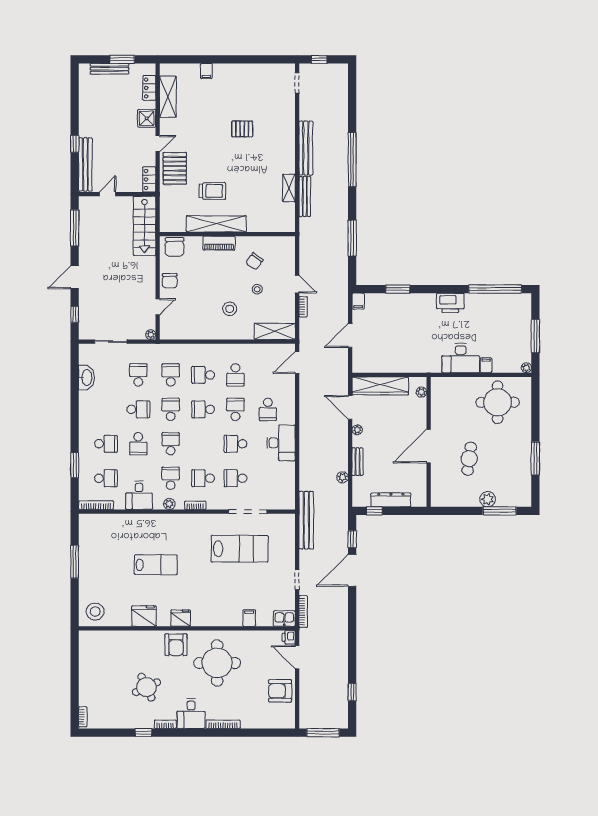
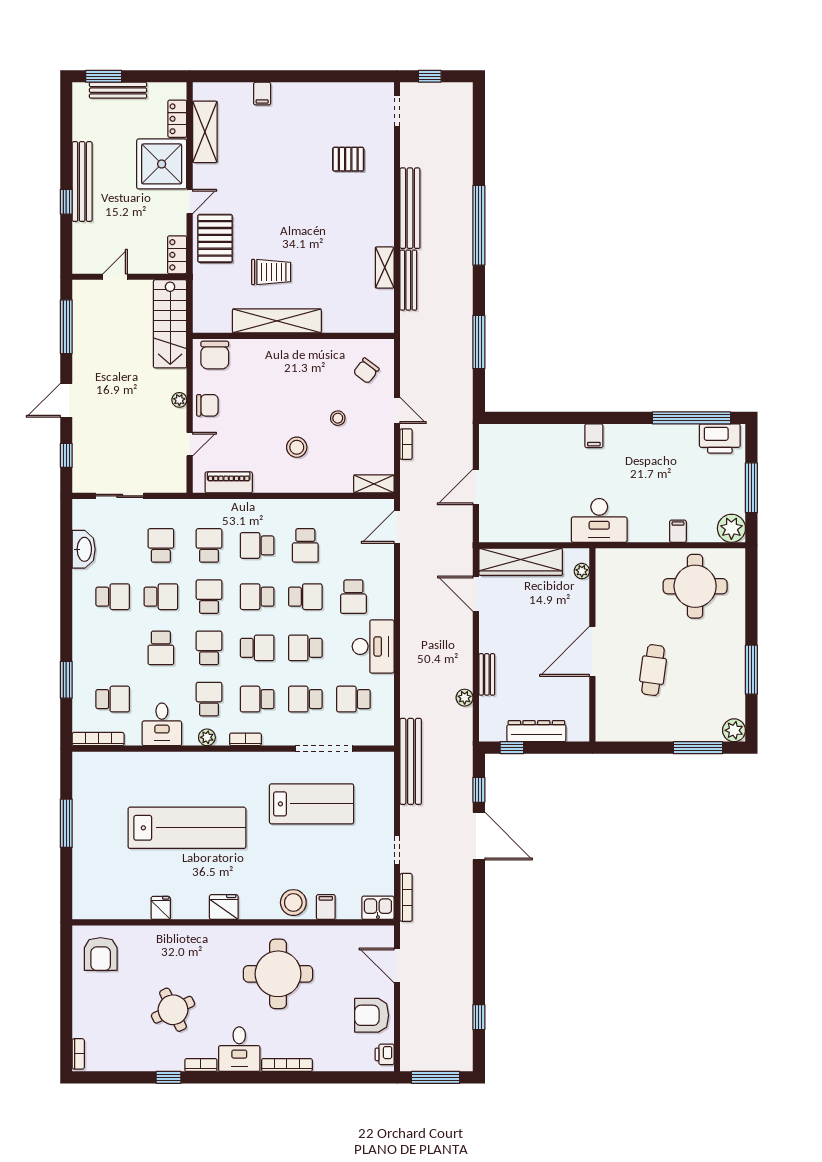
window: (122, 59) -> (104, 76), moved
shower: (147, 118) -> (162, 164), width x1.86, depth x1.86
pallet: (242, 129) -> (348, 159), moved
bench: (85, 164) -> (82, 182), moved
piano: (219, 243) -> (229, 482), moved, turned 180
chair: (254, 261) -> (366, 371), moved
chair: (170, 281) -> (207, 405), turned -90
window: (398, 289) -> (547, 418), removed
filing cabinet: (358, 301) -> (594, 436), moved
printer: (450, 303) -> (720, 438), moved
shelving: (275, 331) -> (374, 484), width x0.67, depth x0.75
plant: (151, 335) -> (179, 400), moved
desk: (461, 358) -> (599, 520), moved
plant: (526, 368) -> (731, 528), width x1.87, depth x1.87
school desk: (235, 409) -> (305, 597), turned 90
plant: (357, 430) -> (486, 627), removed
school desk: (106, 444) -> (113, 597), moved
school desk: (203, 444) -> (257, 648), added
school desk: (268, 478) -> (353, 699), added
plant: (488, 499) -> (734, 730), moved
lab bench: (156, 565) -> (187, 828), width x1.86, depth x1.39
door: (352, 570) -> (479, 836), swing flipped
stool: (95, 612) -> (293, 903), moved
fridge: (144, 616) -> (161, 908), width x0.53, depth x0.75
printer: (289, 637) -> (385, 1054), moved
armchair: (176, 645) -> (101, 954), moved

